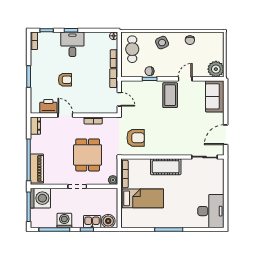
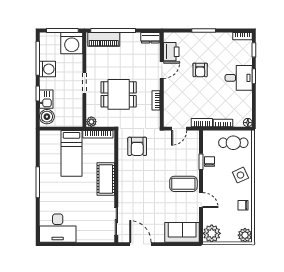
plant: (217, 38) -> (245, 235), added

